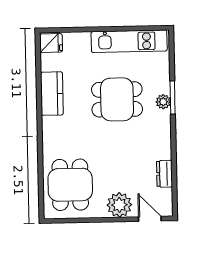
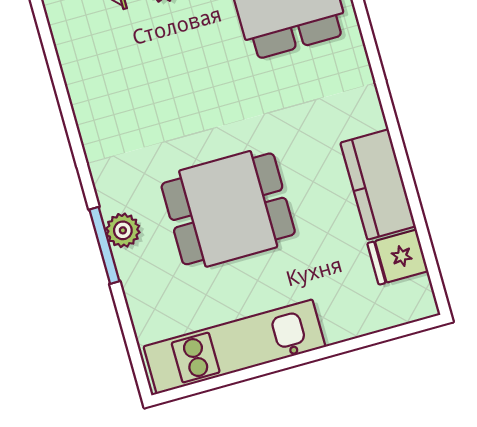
fridge: (51, 43) -> (398, 257), moved
dresser: (164, 174) -> (79, 69), removed

